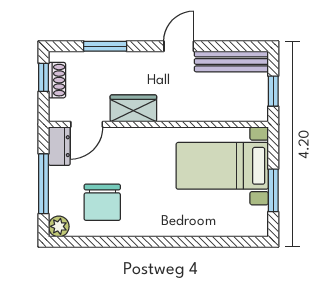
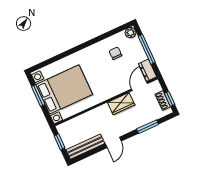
bed with nightstands: (222, 166) -> (64, 89), width x1.36
chair: (102, 202) -> (115, 53), width x0.54, depth x0.54

